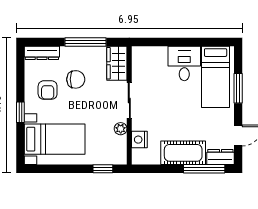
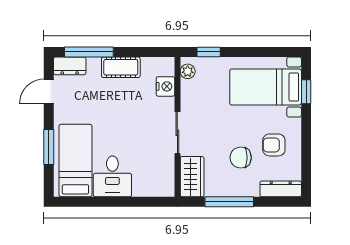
armchair: (48, 90) -> (274, 145), turned -90
window: (20, 112) -> (306, 92), moved
plant: (121, 129) -> (188, 71), moved
cot: (183, 153) -> (121, 67), width x0.73, depth x0.75

